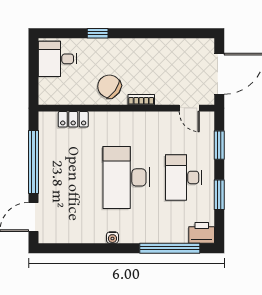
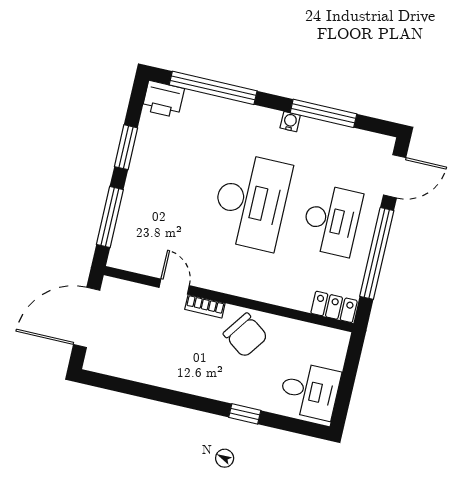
door: (189, 108) -> (174, 287), moved
locker: (73, 119) -> (334, 307), moved
window: (219, 145) -> (110, 217), width x1.44
desk: (184, 177) -> (332, 220), moved
window: (91, 248) -> (323, 113), added

